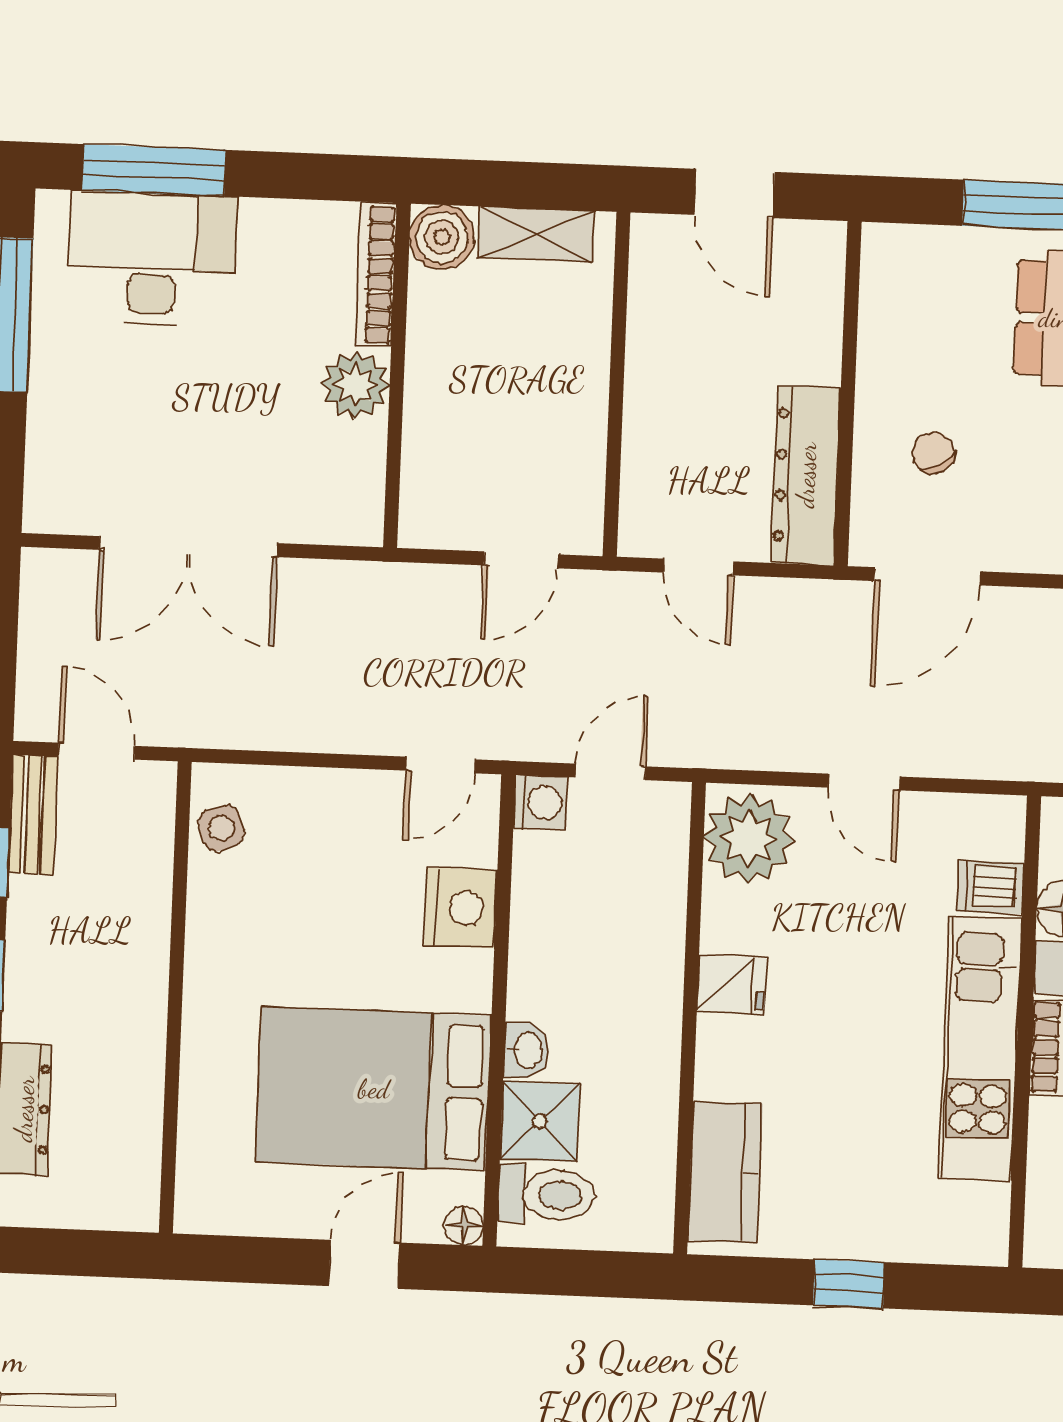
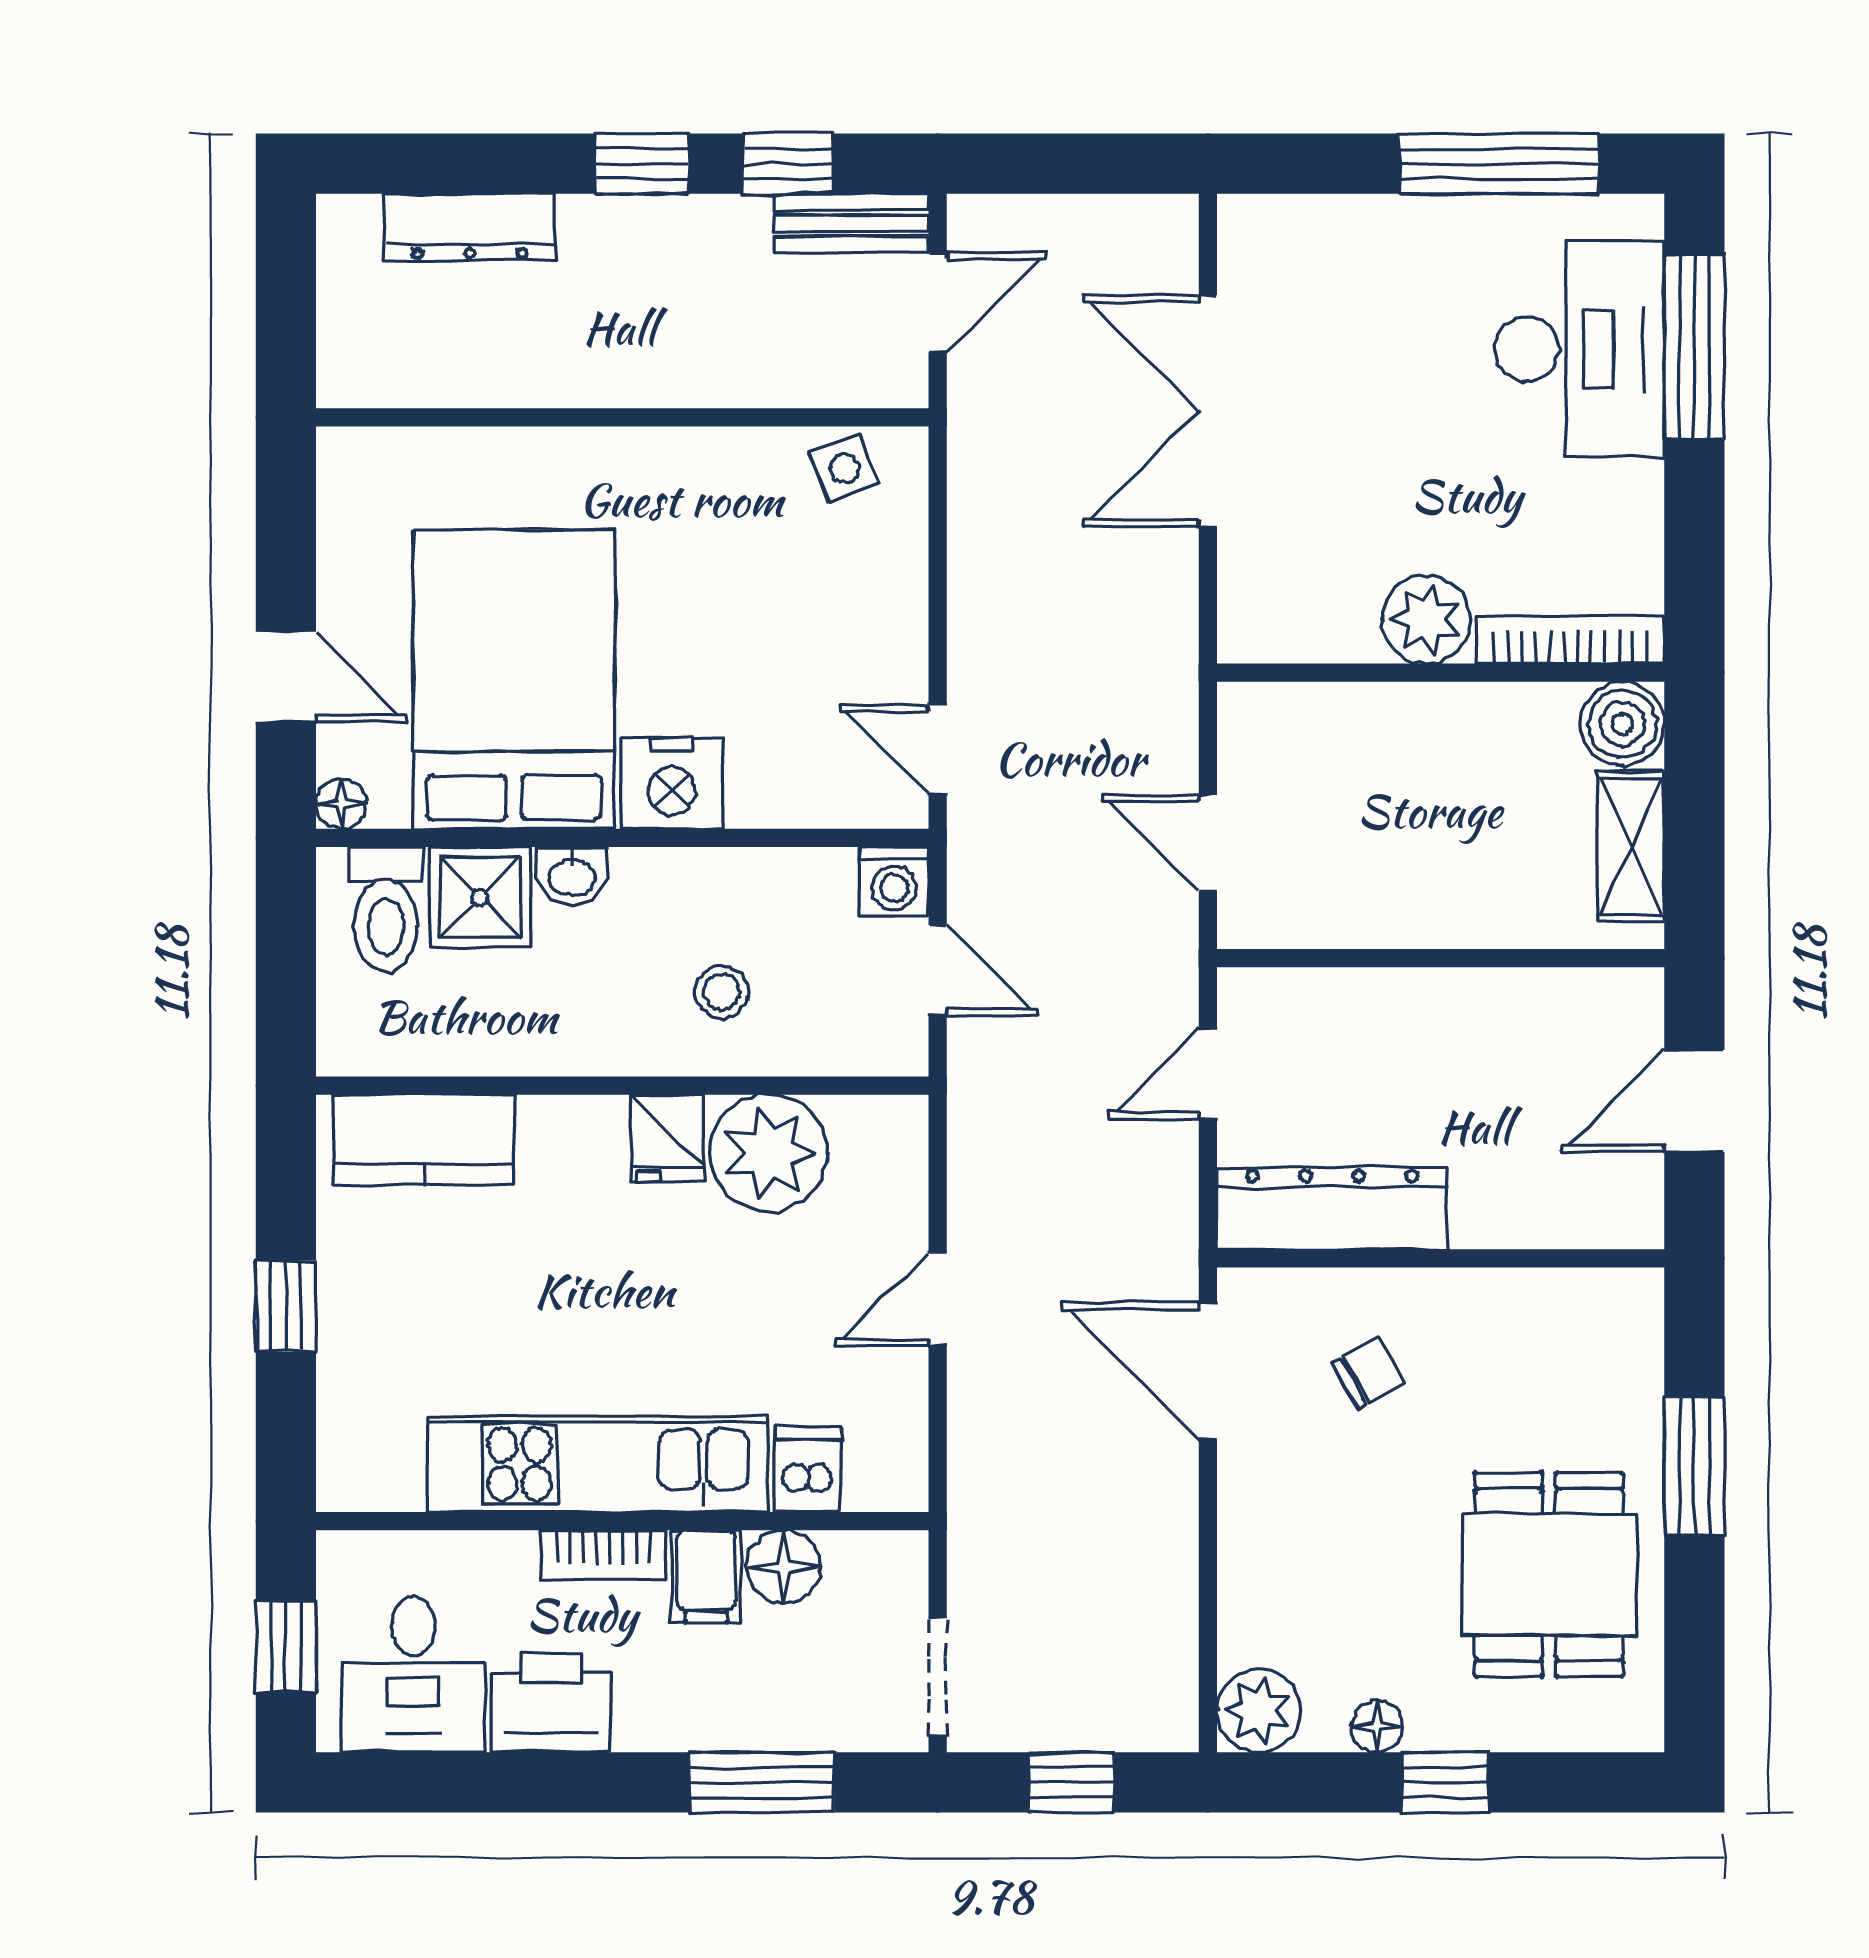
plant: (749, 839) -> (769, 1153), moved
nightstand: (461, 908) -> (672, 783), moved
stool: (620, 939) -> (722, 992), added

